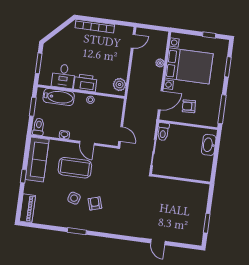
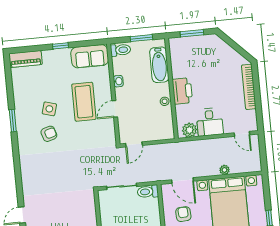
desk: (63, 76) -> (210, 122), moved, turned -90
sofa: (37, 160) -> (90, 56), width x0.73

